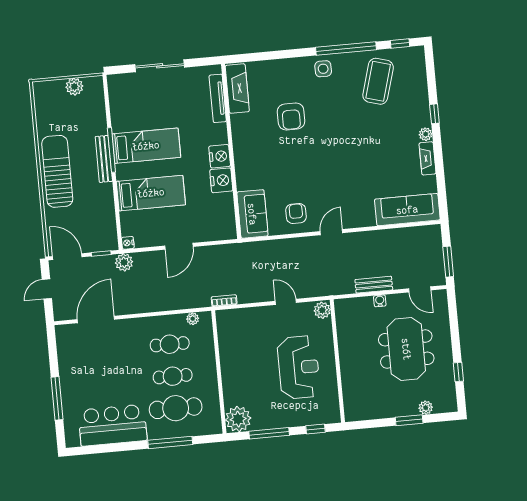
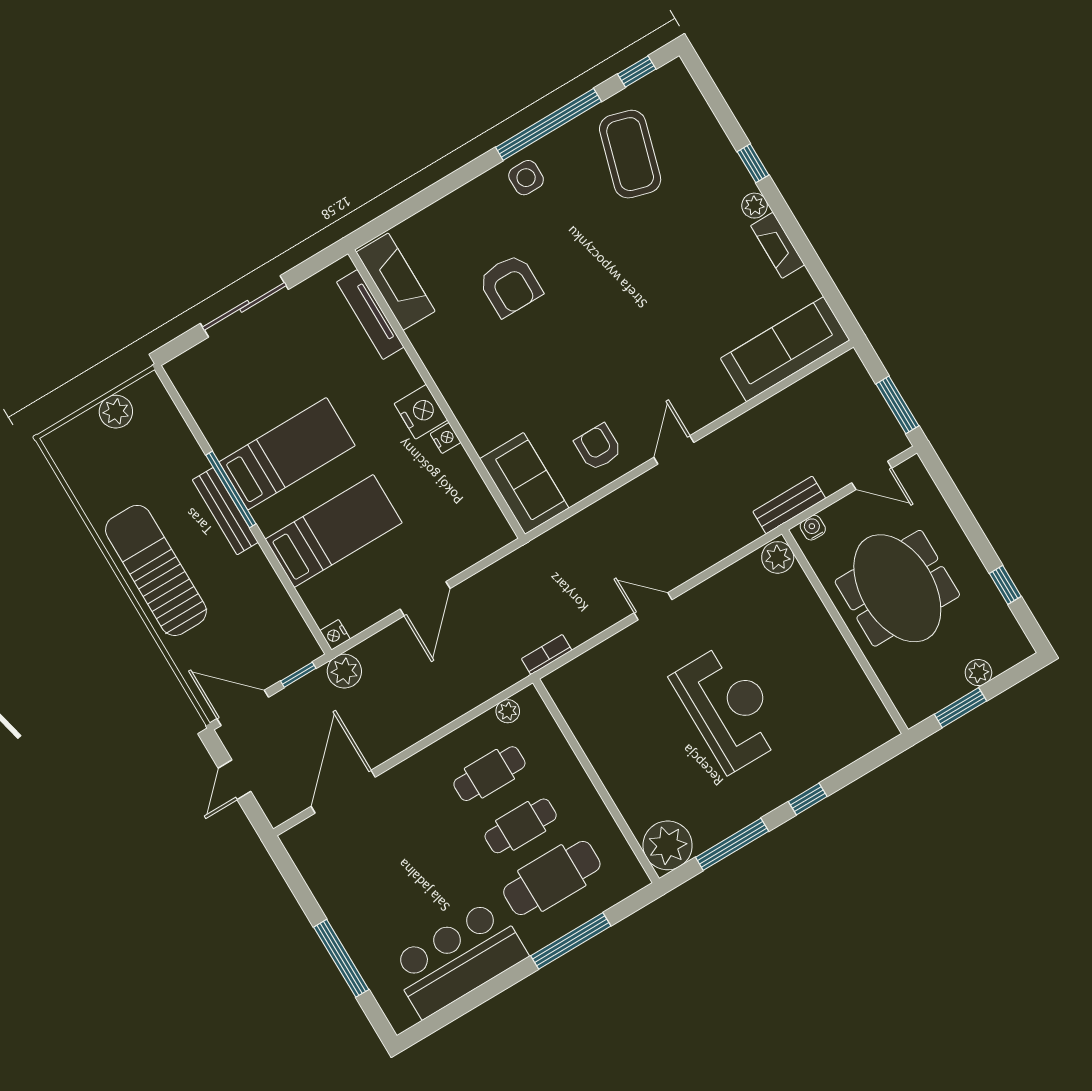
nightstand: (221, 180) -> (446, 438), width x0.53, depth x0.56
plant: (322, 310) -> (778, 557), moved
wall: (337, 361) -> (845, 632), moved

